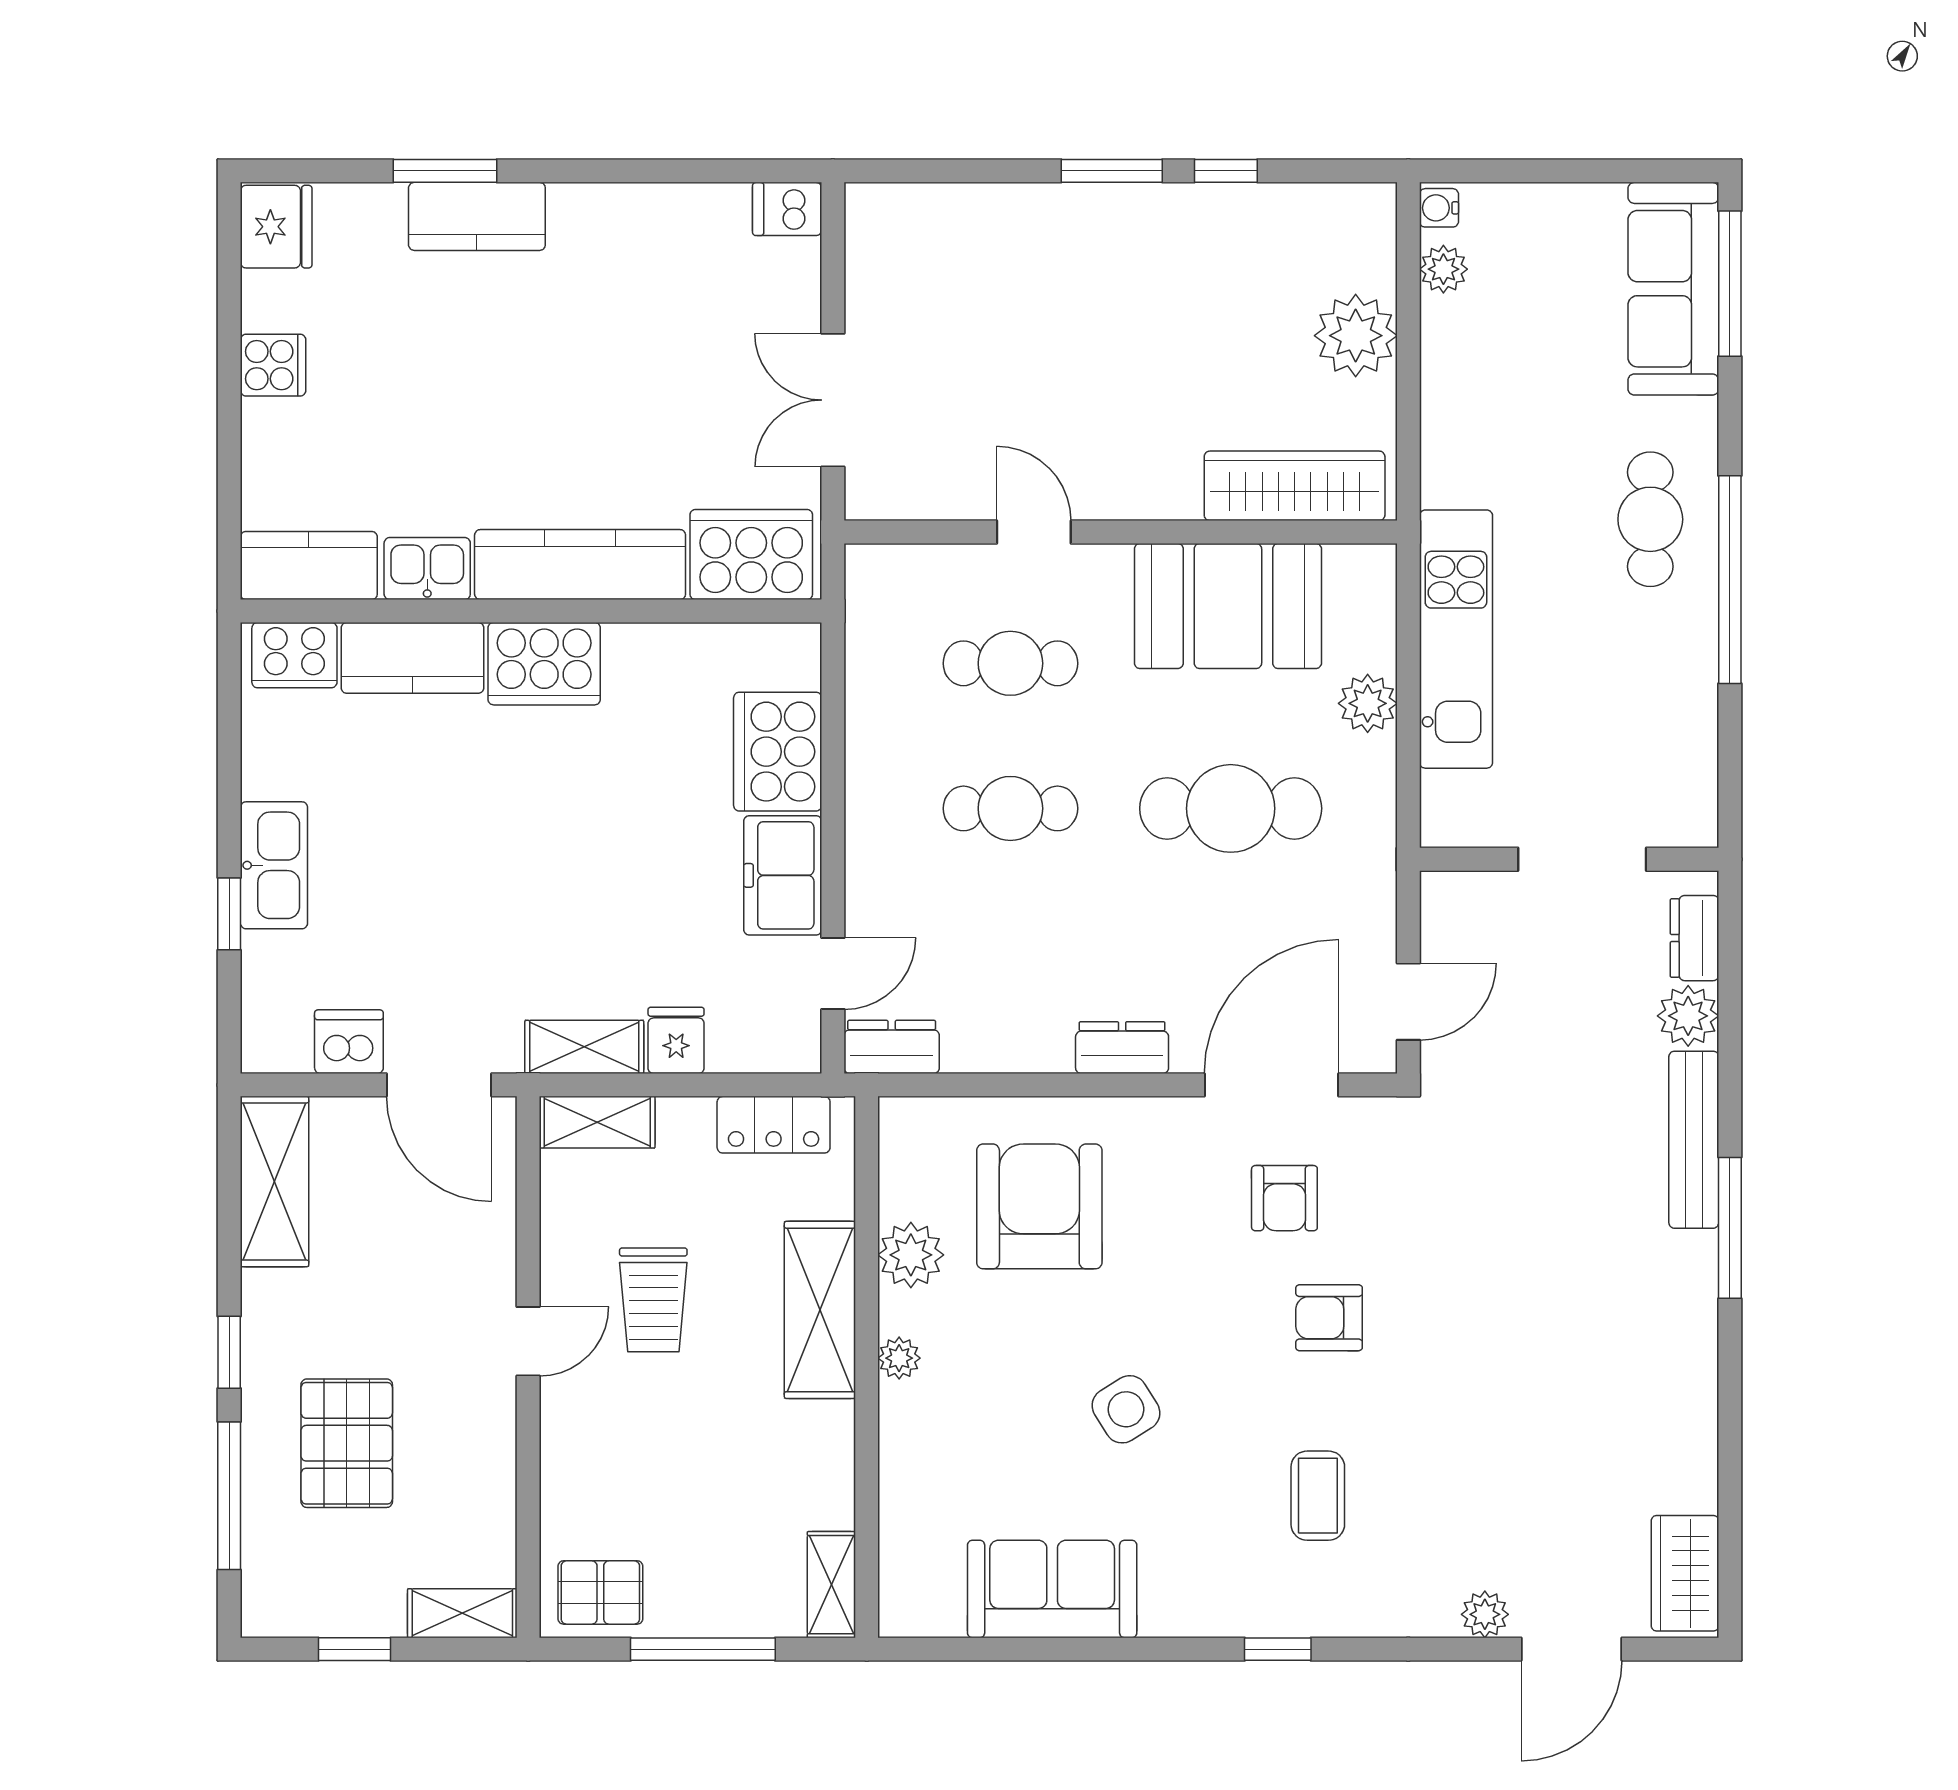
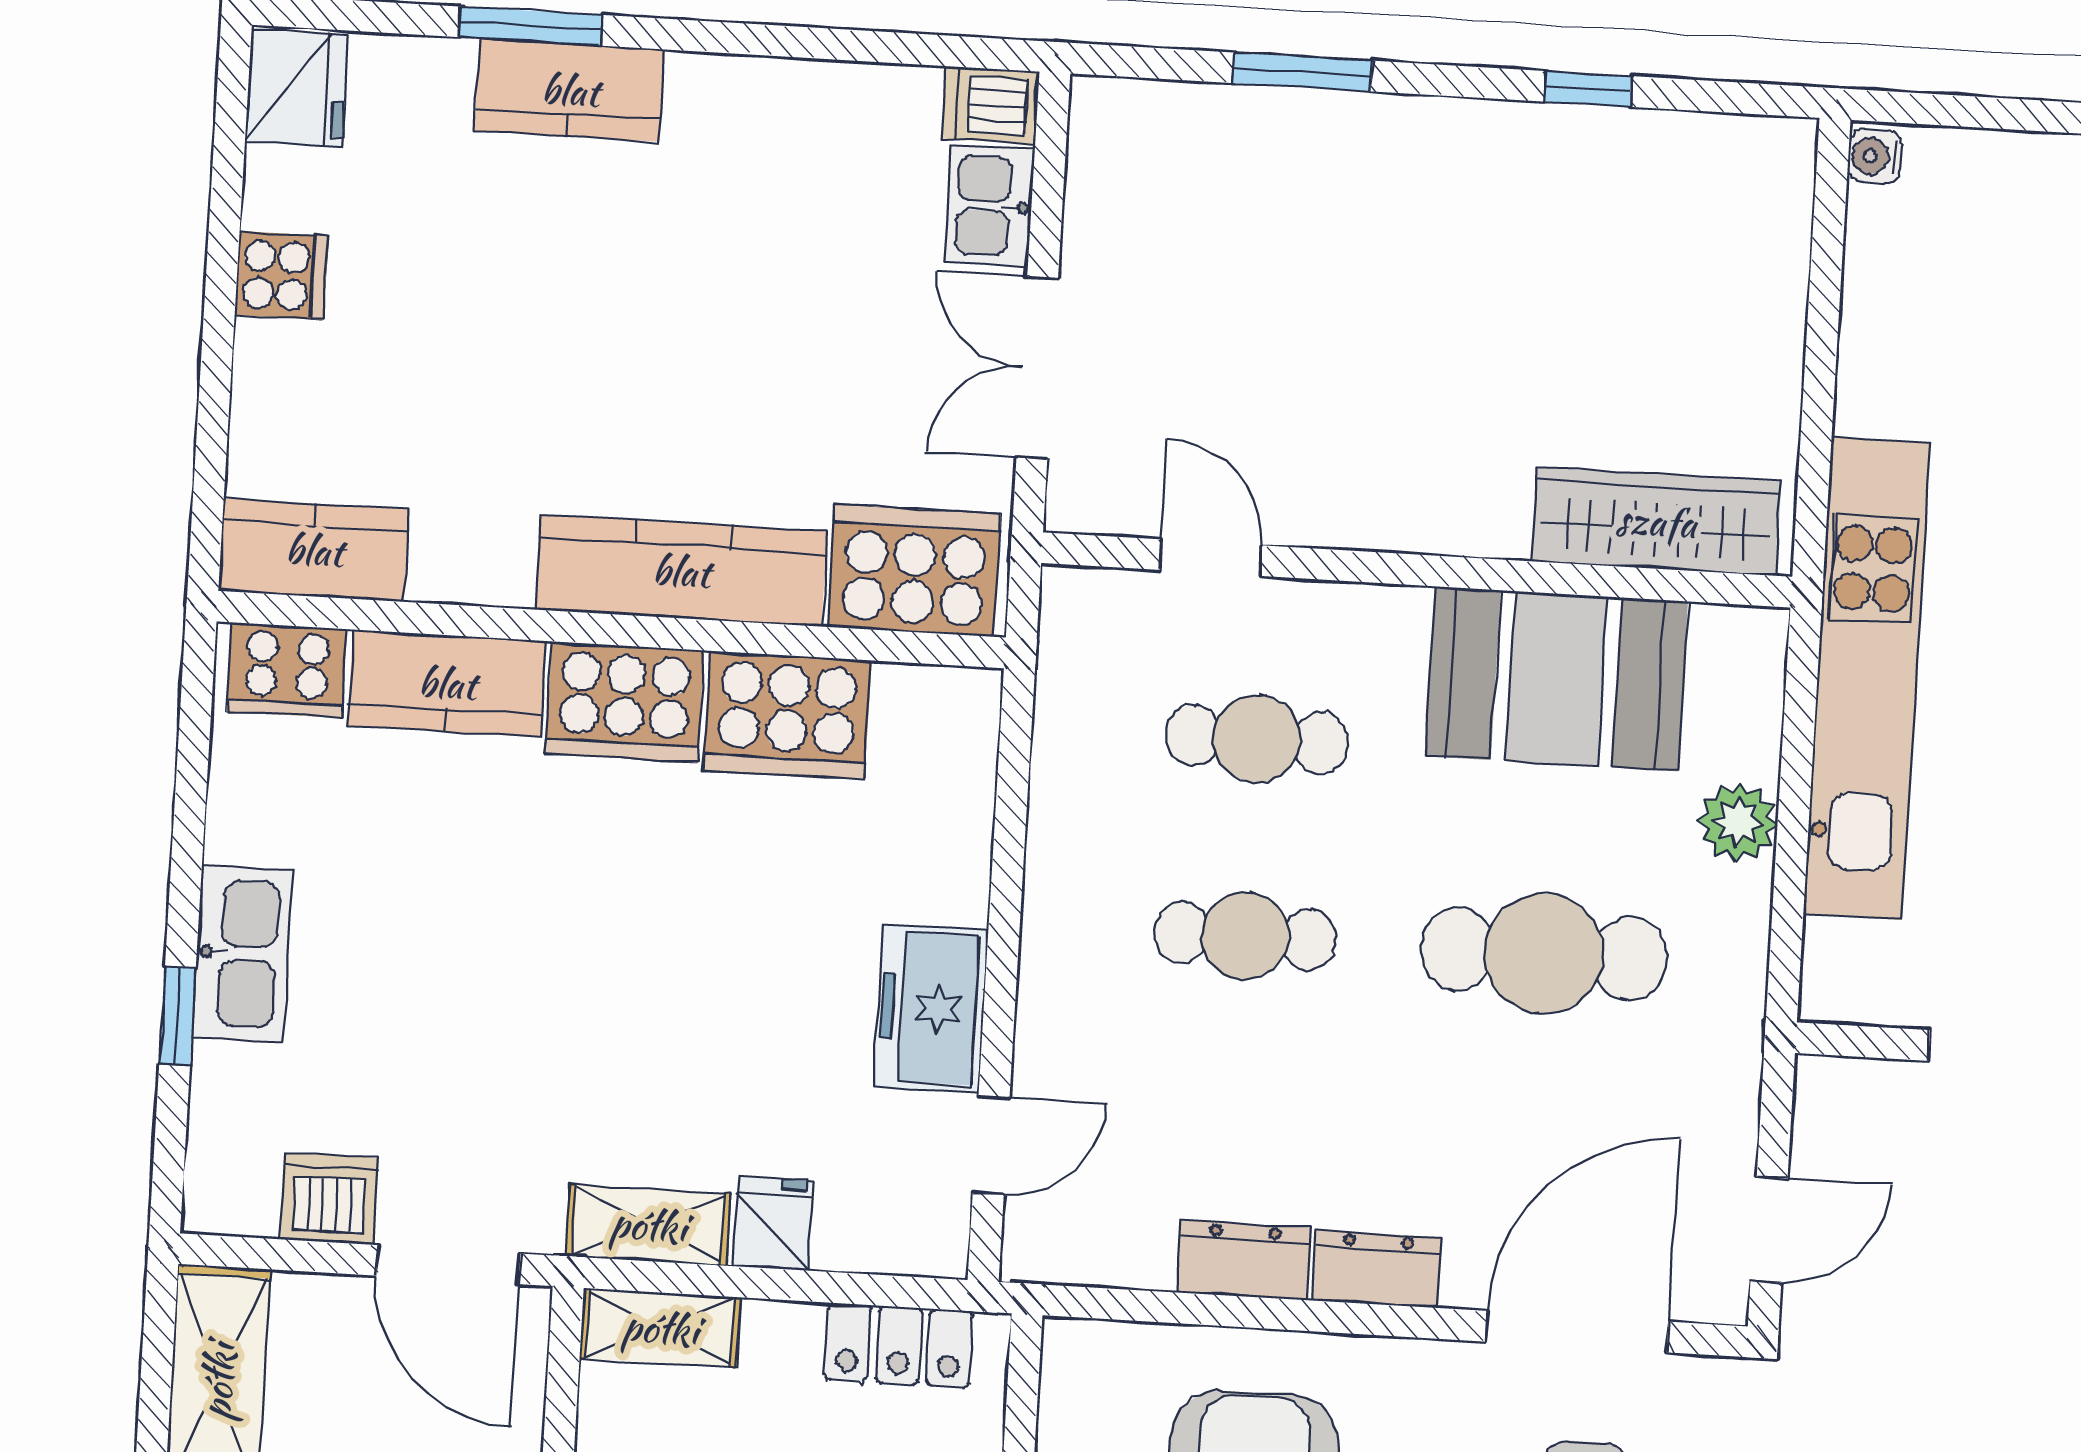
window: (1112, 171) -> (1303, 72), moved
plant: (1443, 269) -> (1876, 240), removed
plant: (1356, 336) -> (1751, 322), removed
door: (1034, 532) -> (1211, 558), moved
kitchen sink: (427, 569) -> (989, 206), moved, turned -90
kitchen unit: (1456, 639) -> (1867, 678), width x1.36
cooker: (778, 752) -> (787, 715), moved, turned -90
dresser: (892, 1047) -> (1244, 1260), moved

